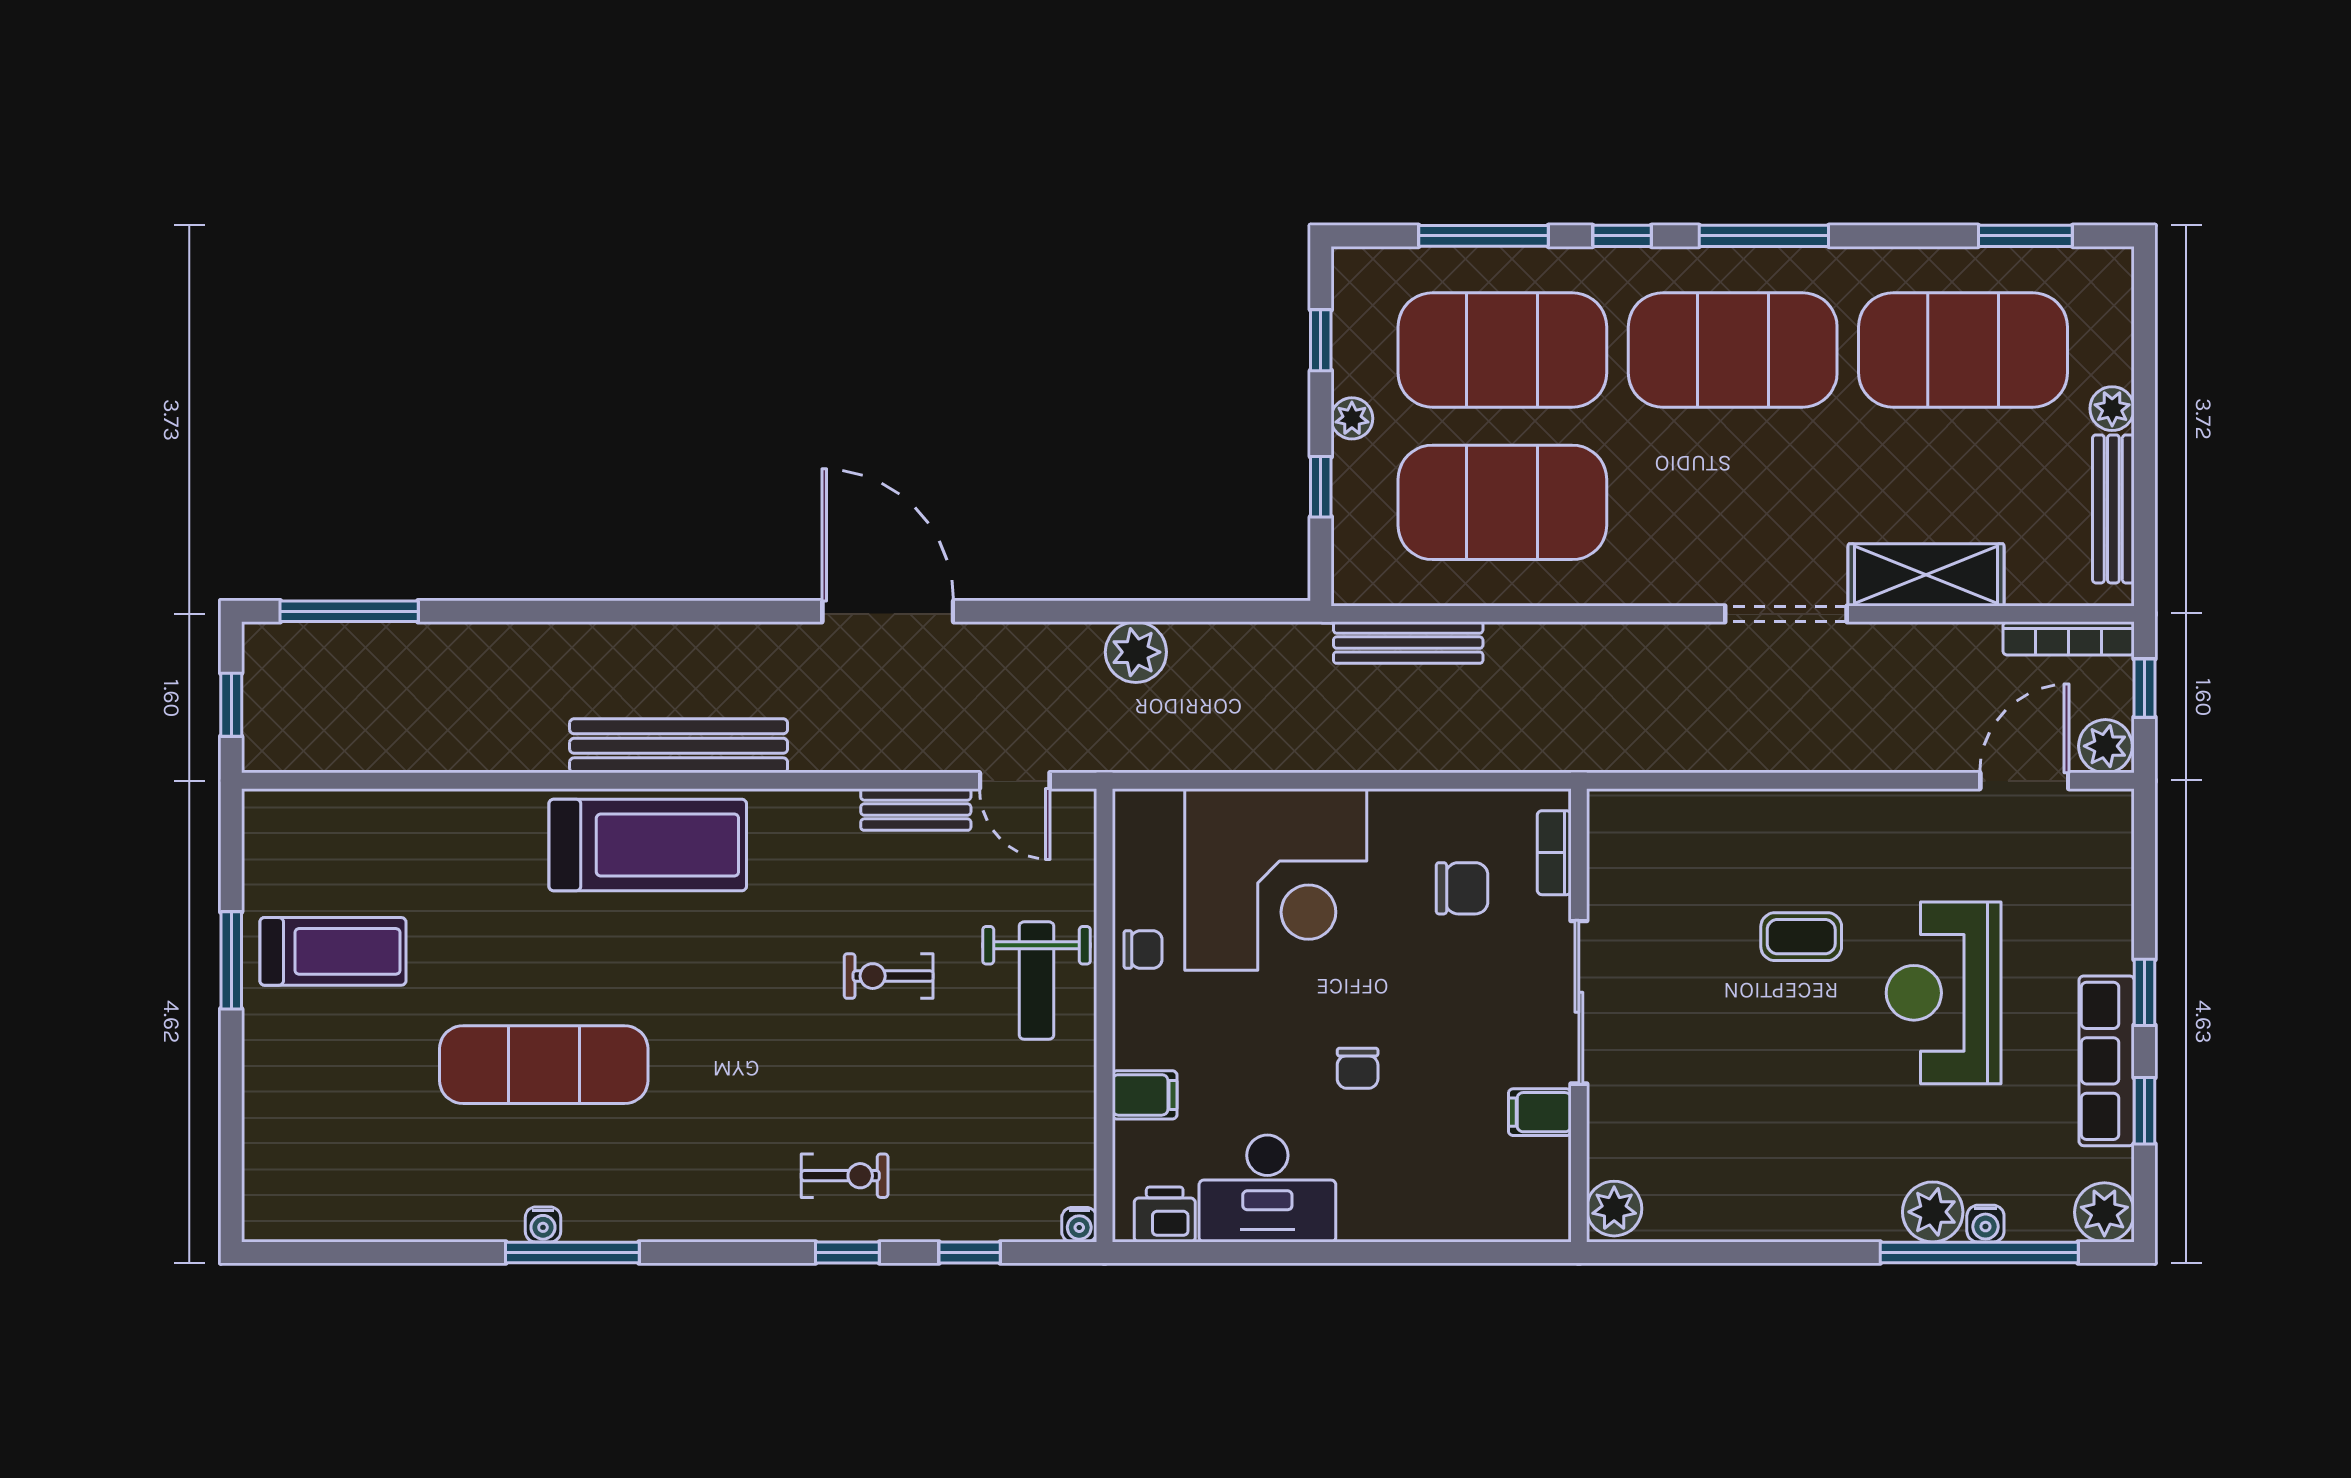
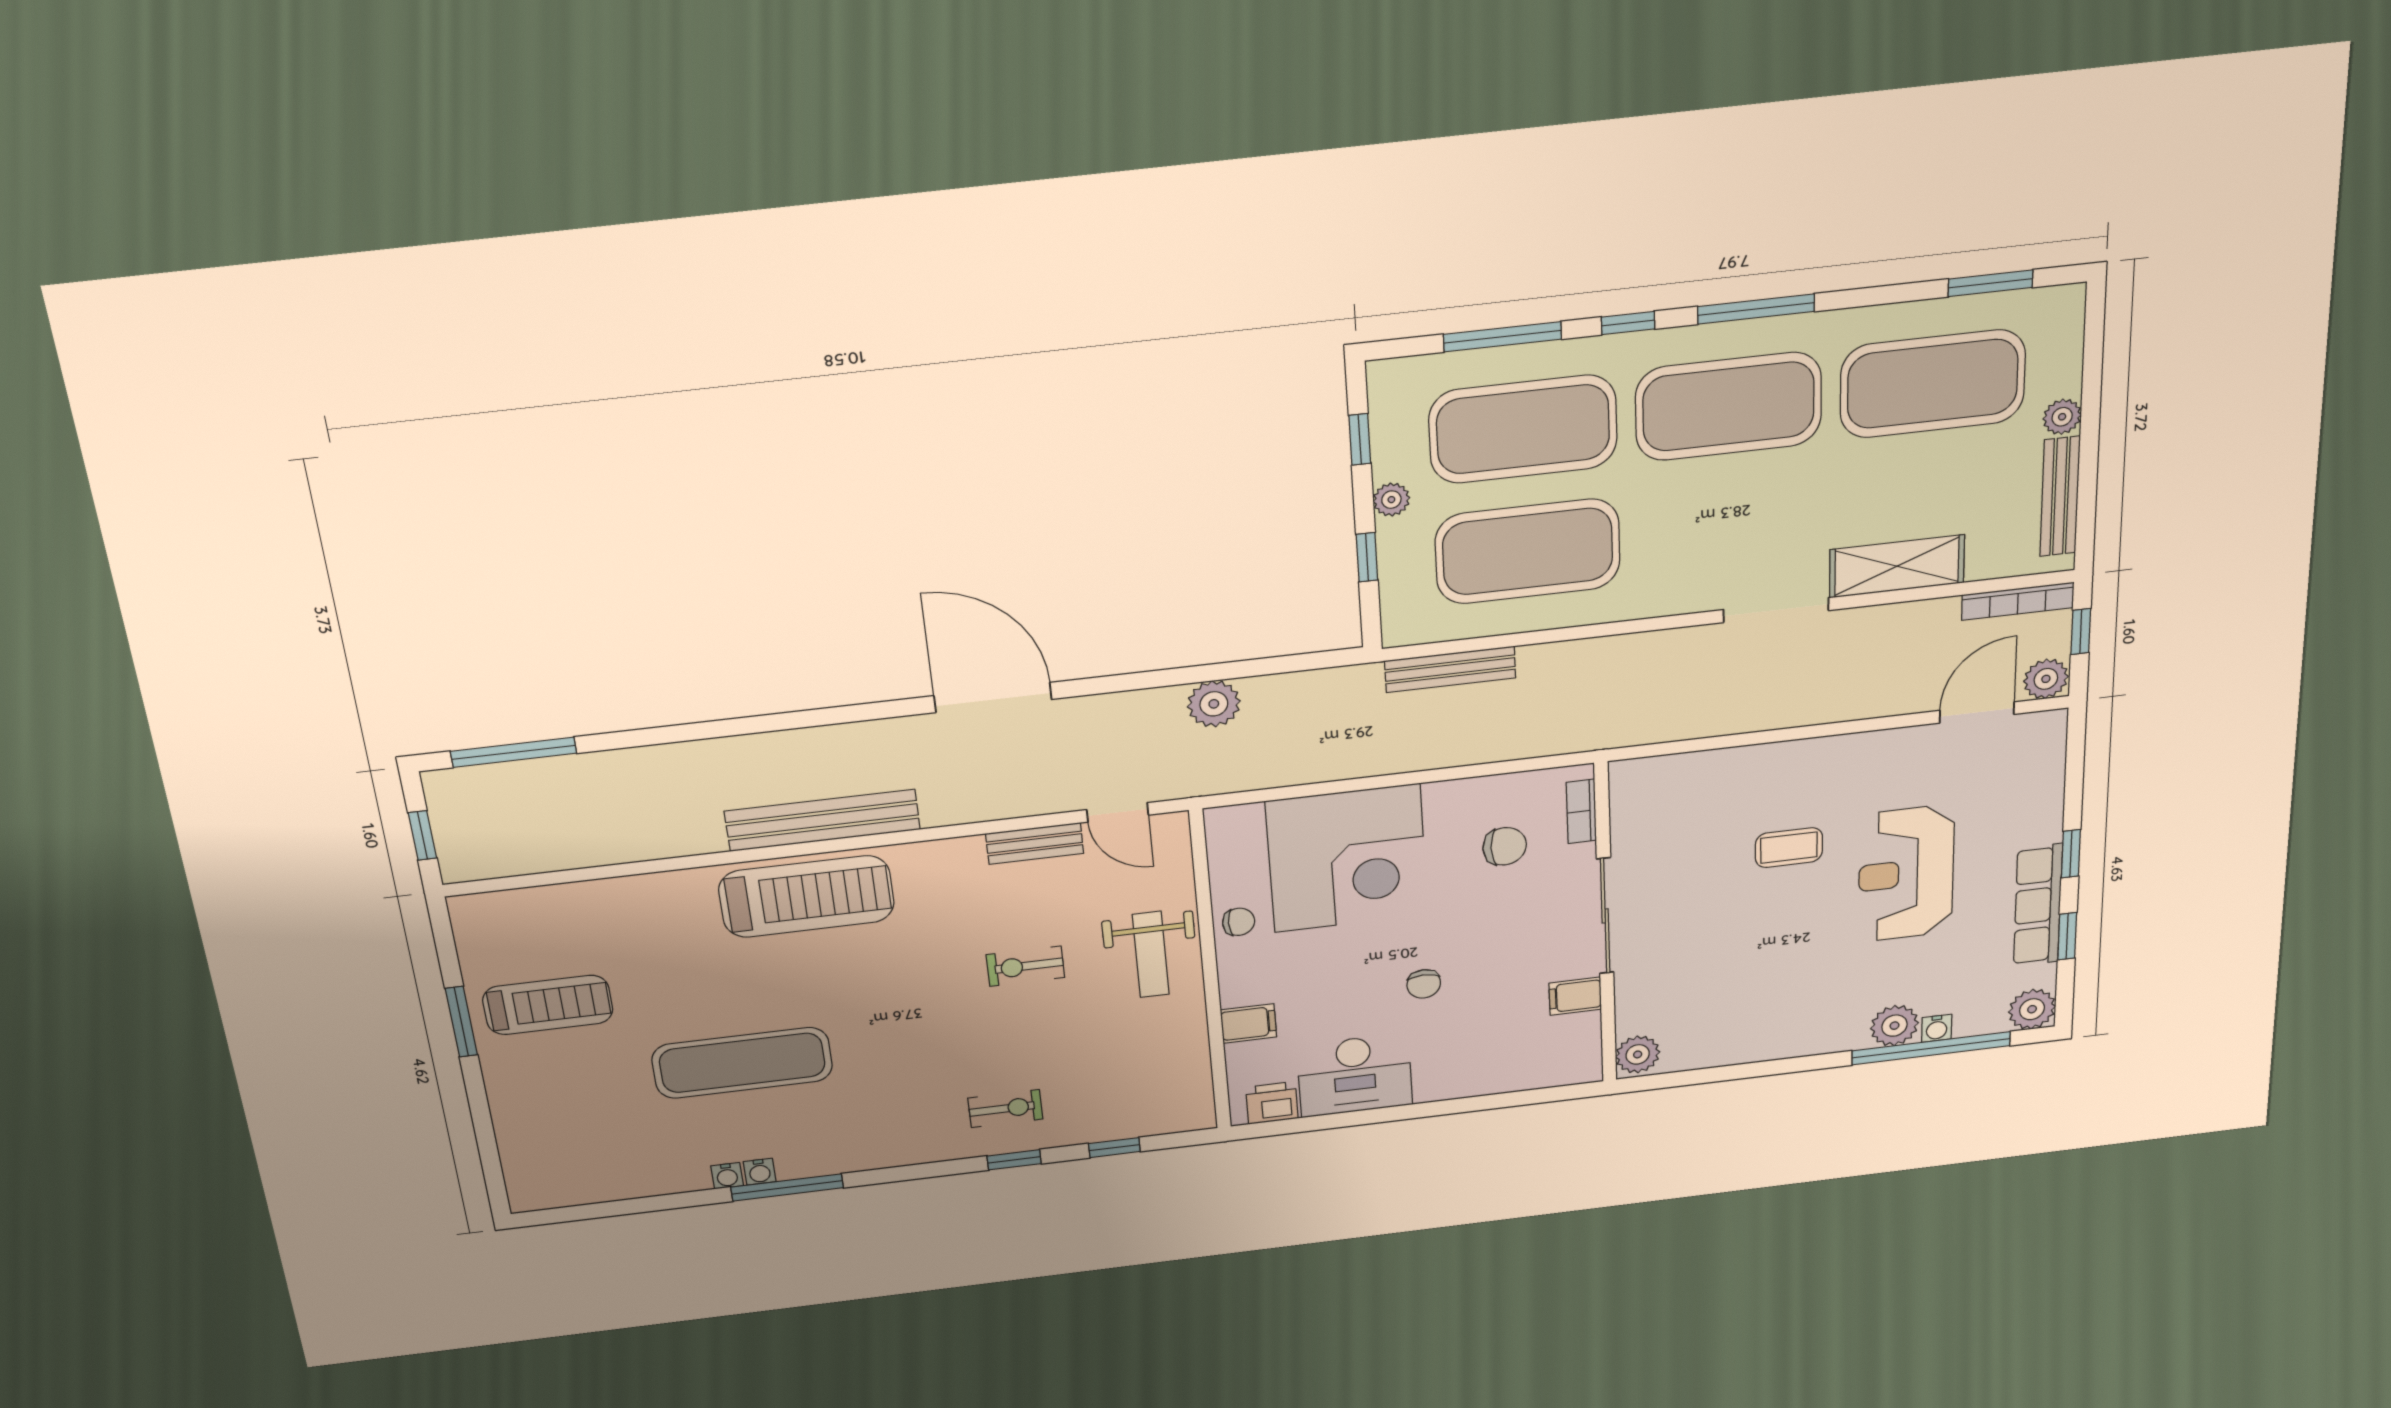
water cooler: (1079, 1225) -> (727, 1176), moved

